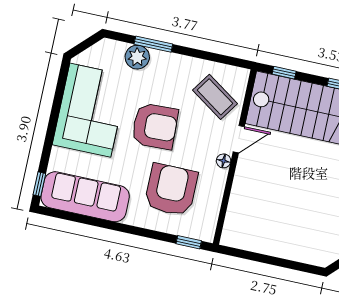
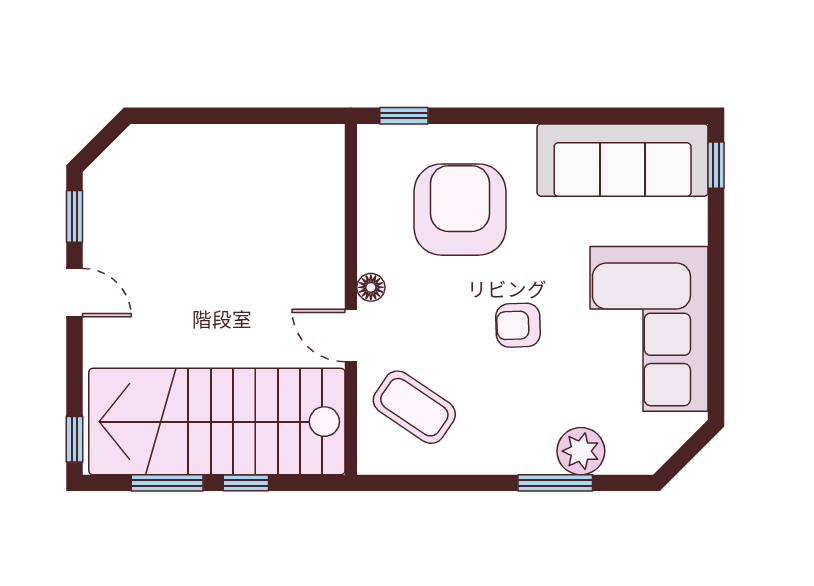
window: (284, 73) -> (246, 483), moved
armchair: (155, 126) -> (518, 325), width x0.53, depth x0.53
door: (239, 139) -> (351, 336), hinge flipped
armchair: (171, 190) -> (460, 210), turned 180

